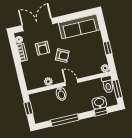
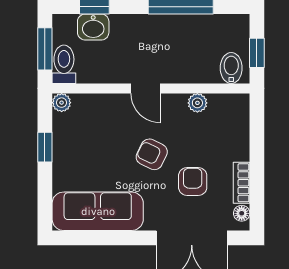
bidet: (61, 94) -> (231, 68), moved

